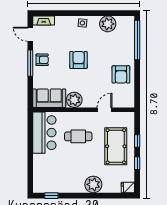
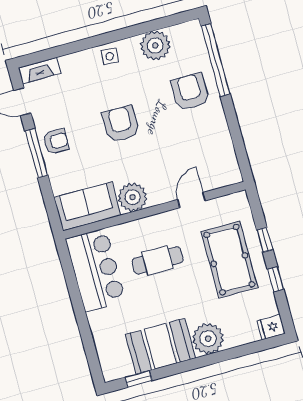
armchair: (121, 74) -> (190, 92), moved, turned 180
booth: (67, 182) -> (160, 346), added

